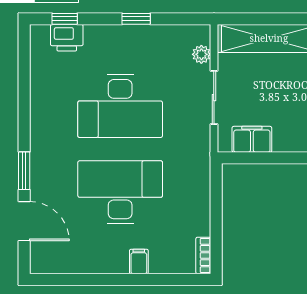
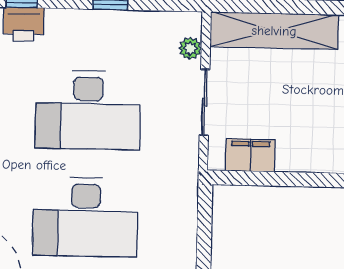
desk: (120, 192) -> (86, 217), turned 180

